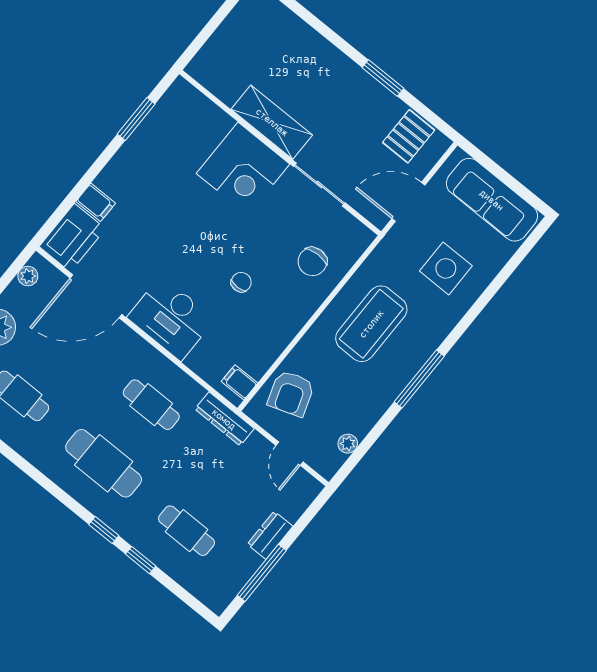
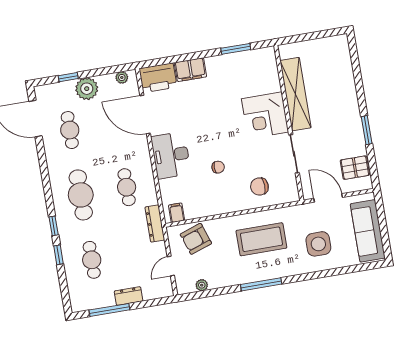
shelving: (272, 122) -> (295, 94), width x1.47
filing cabinet: (96, 202) -> (190, 70), width x2.00

